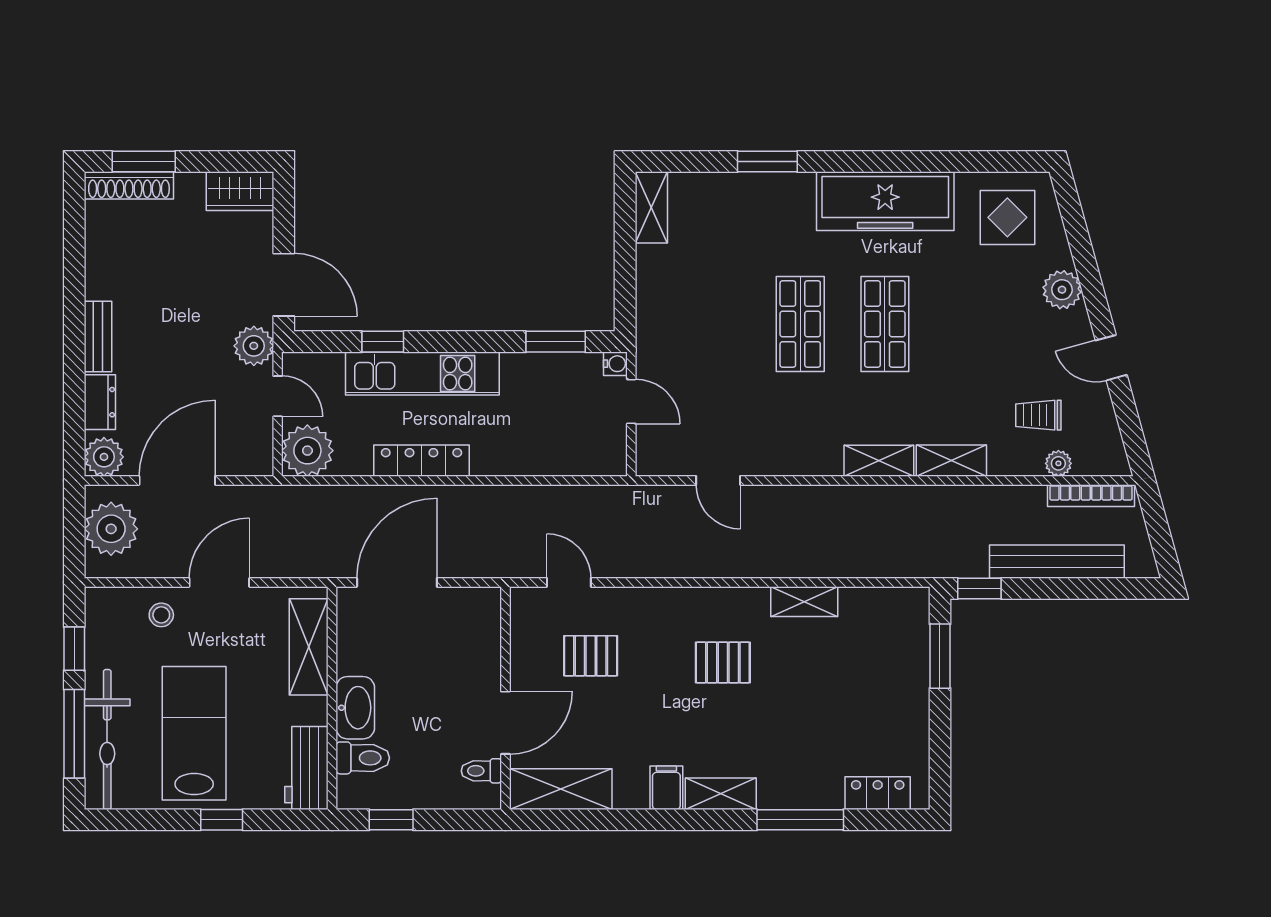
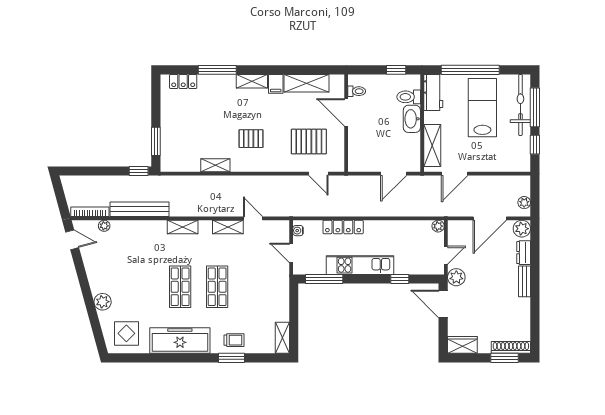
window: (556, 342) -> (324, 279), width x1.44
door: (1111, 358) -> (72, 240), moved
water cooler: (615, 364) -> (298, 231), moved
kitchen unit: (422, 374) -> (360, 265), moved
door: (278, 396) -> (446, 255), swing flipped
trolley: (1038, 415) -> (234, 340), moved
plant: (307, 451) -> (438, 226), width x0.53, depth x0.53
locker: (421, 461) -> (343, 227), moved
shelving: (951, 461) -> (228, 227), moved
plant: (111, 529) -> (524, 203), width x0.53, depth x0.53
bench: (1057, 562) -> (139, 209), moved
door: (219, 582) -> (455, 174), moved
door: (397, 582) -> (394, 174), width x0.73
stool: (161, 615) -> (497, 159), removed
pallet: (591, 656) -> (309, 142), width x1.50, depth x1.42
door: (505, 723) -> (346, 112), hinge flipped
lab bench: (194, 733) -> (482, 108), turned 180
shelving: (561, 789) -> (306, 83), moved
window: (222, 820) -> (470, 70), width x3.17

